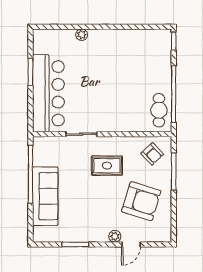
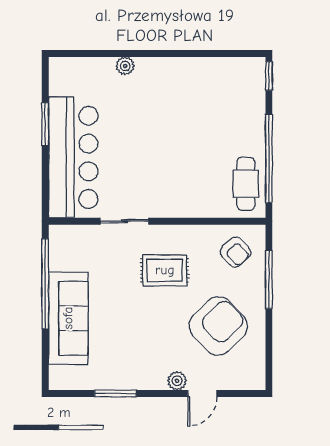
armchair: (141, 201) -> (218, 326), turned -61

